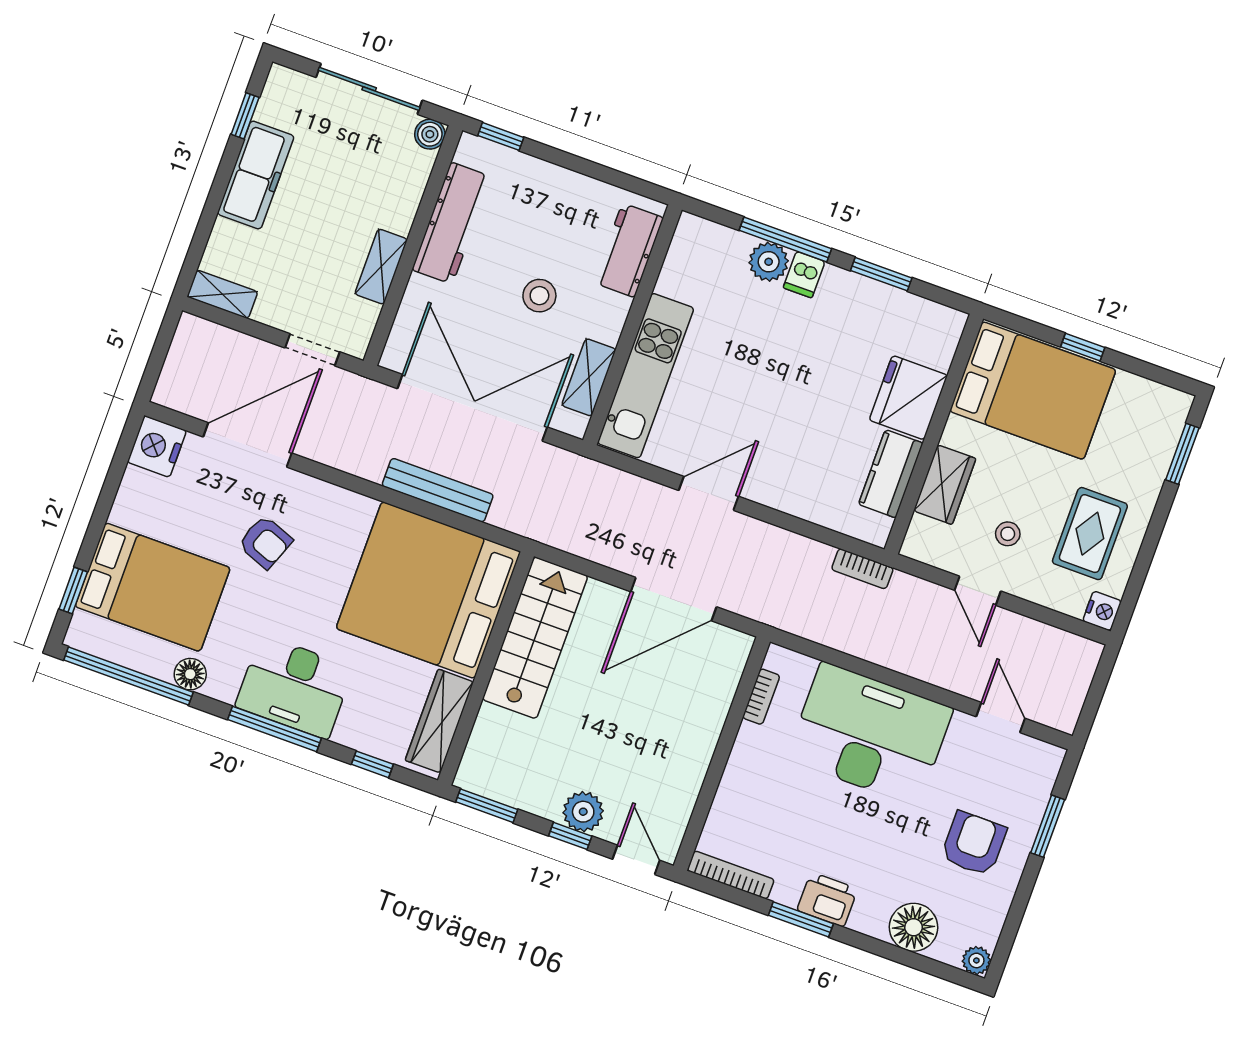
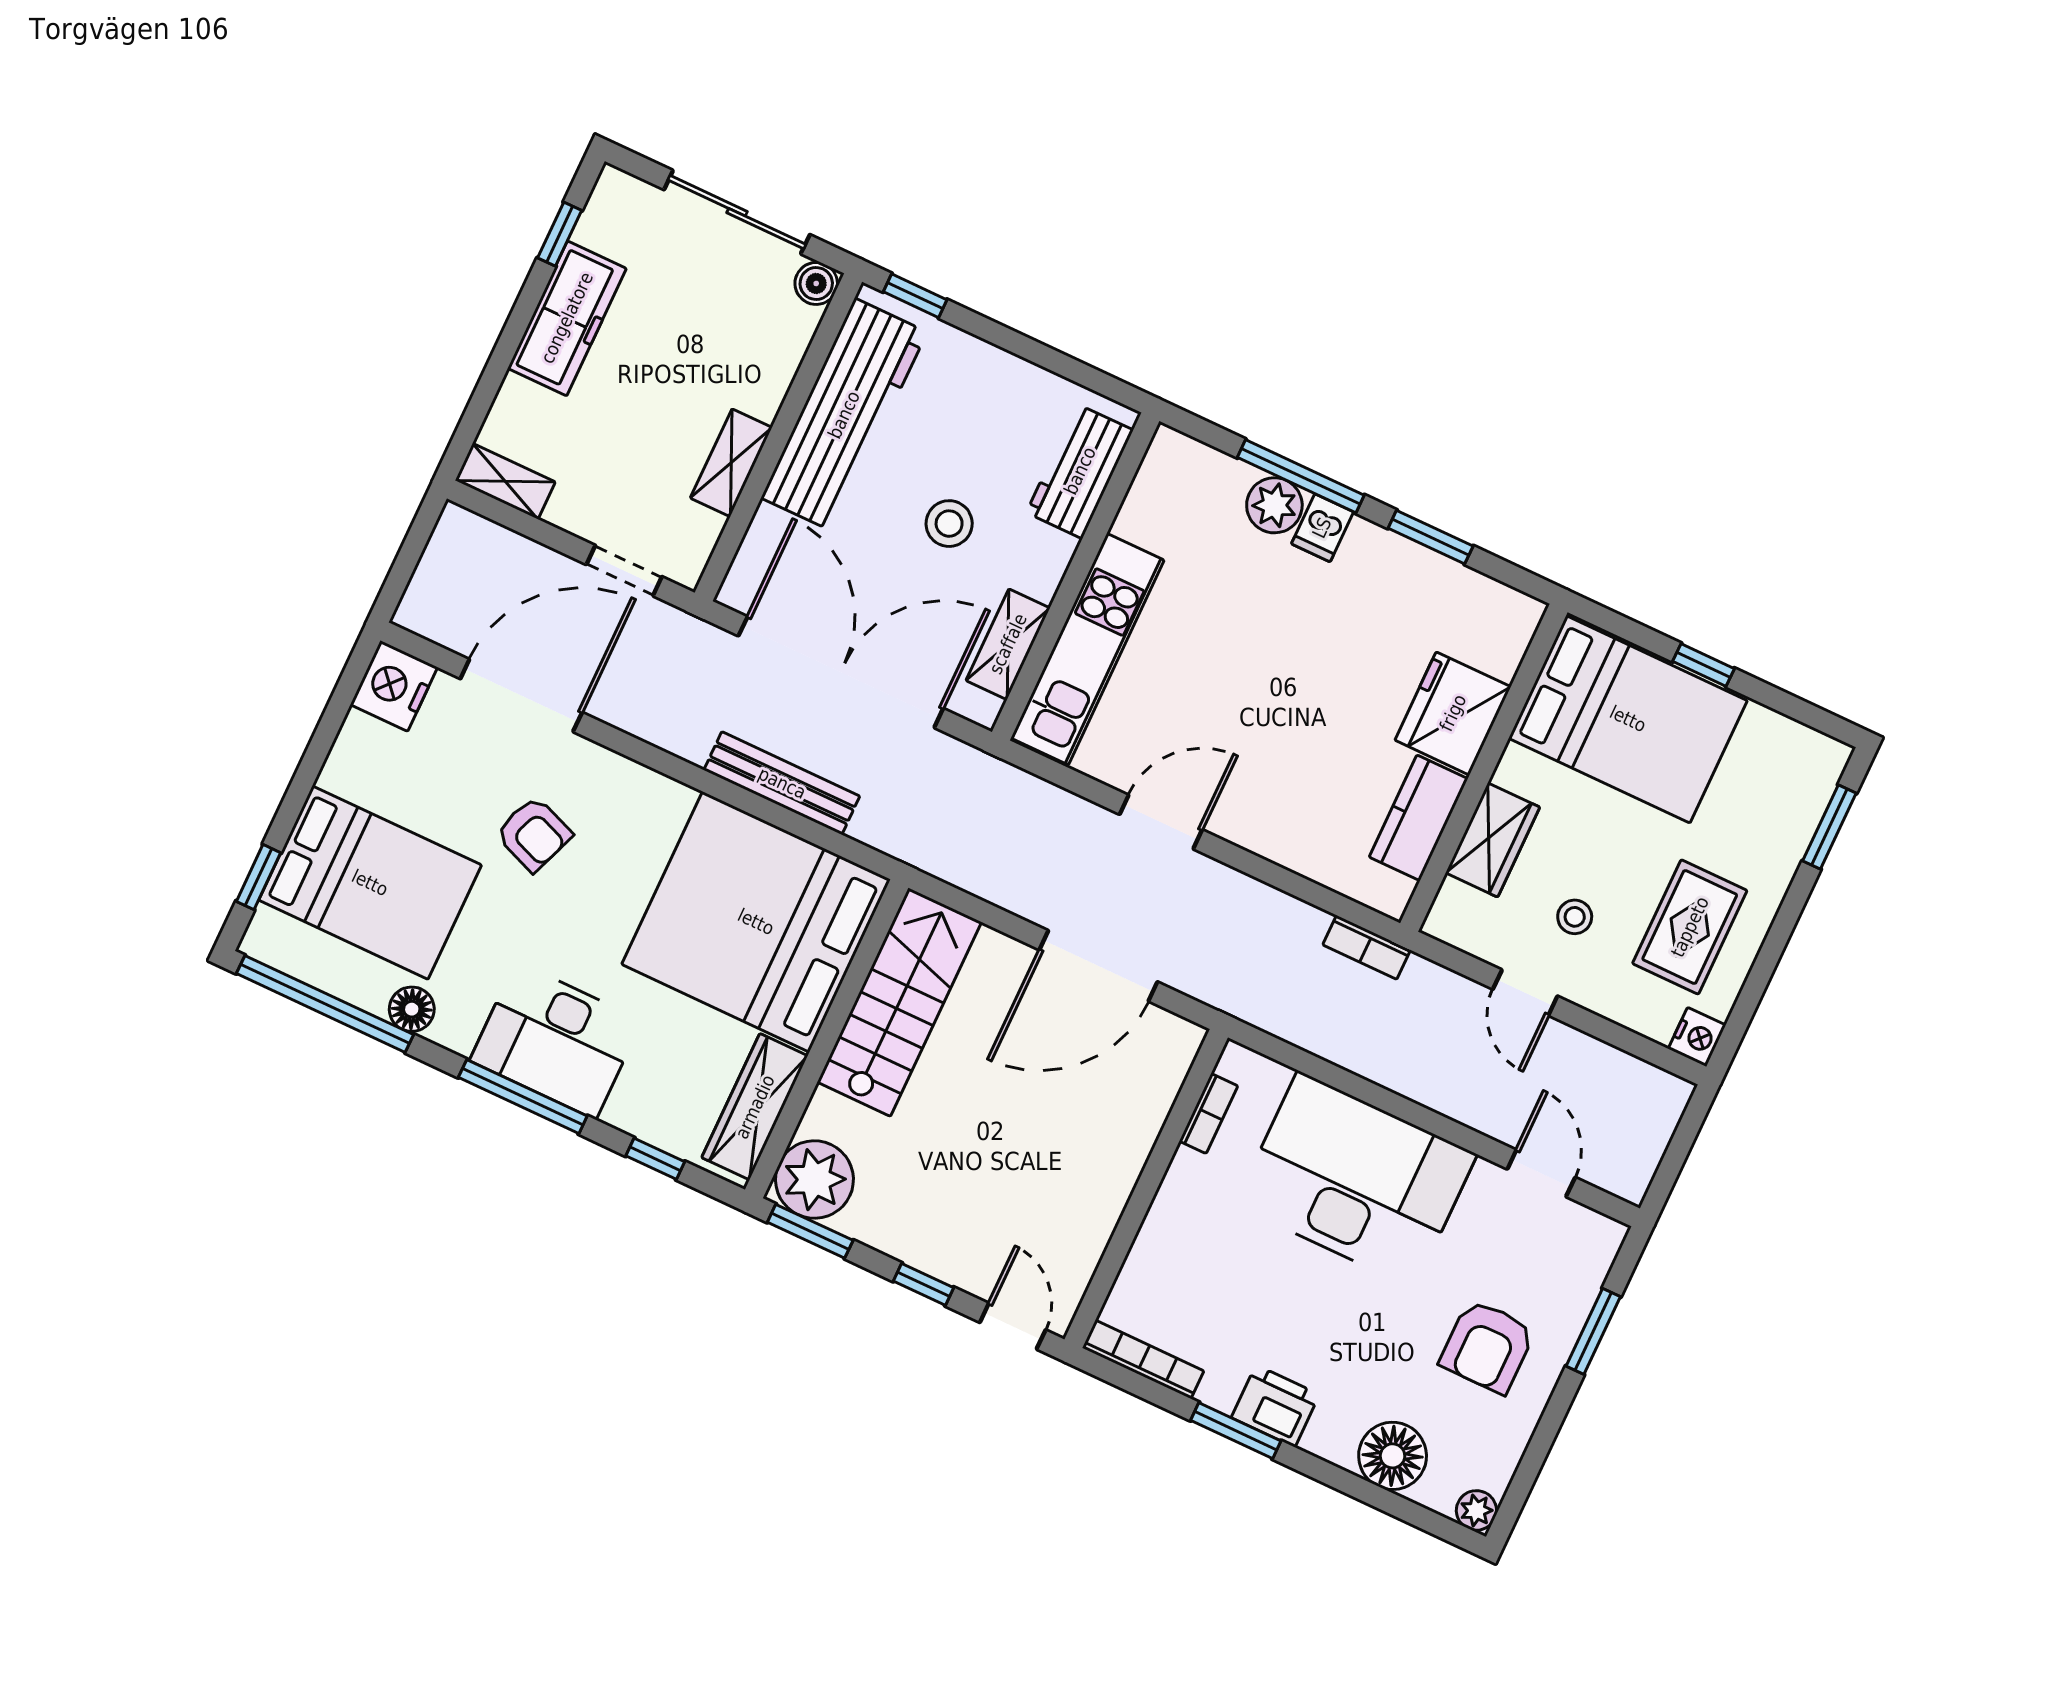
workbench: (451, 223) -> (844, 415), width x1.36, depth x1.32
plant: (583, 812) -> (814, 1180), moved, width x1.36, depth x1.36
armchair: (974, 844) -> (1487, 1346), turned 180

